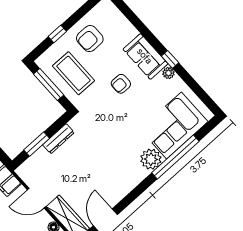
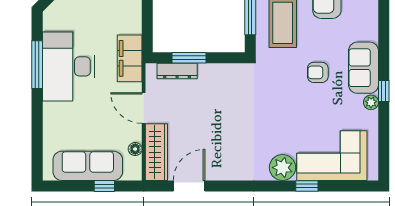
dresser: (58, 139) -> (177, 71), moved
window: (175, 157) -> (307, 186), width x0.32

